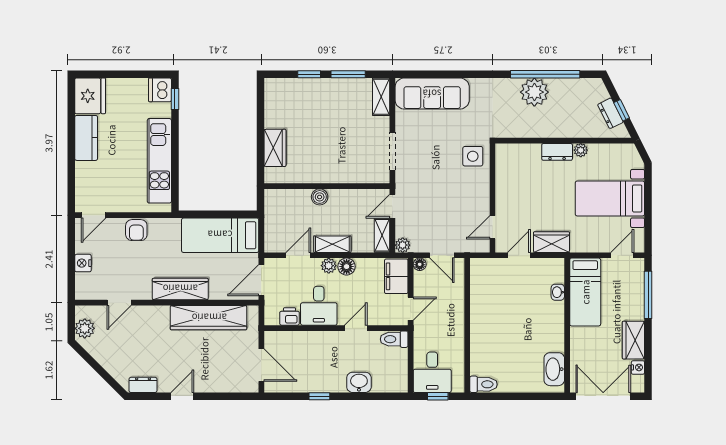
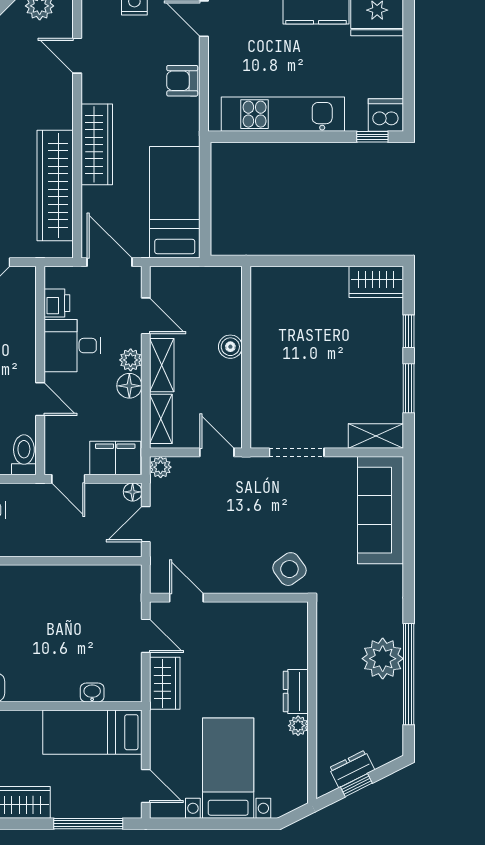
wardrobe: (275, 148) -> (376, 282), moved
side table: (473, 156) -> (289, 569), turned -36
shelving: (382, 235) -> (161, 419), moved, turned 90

